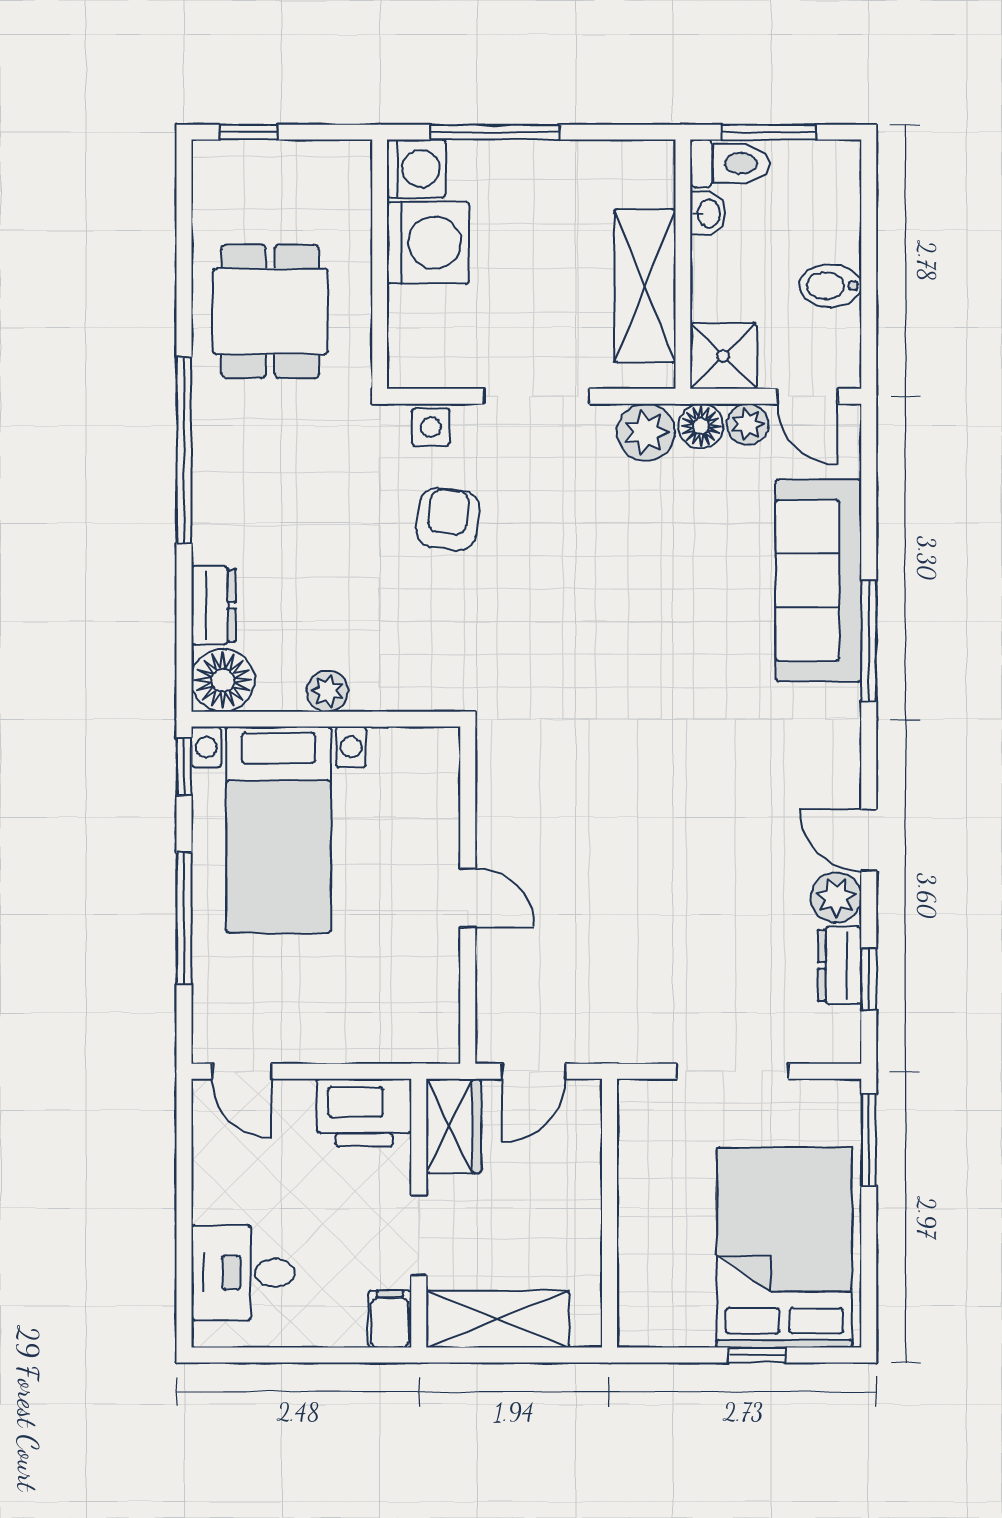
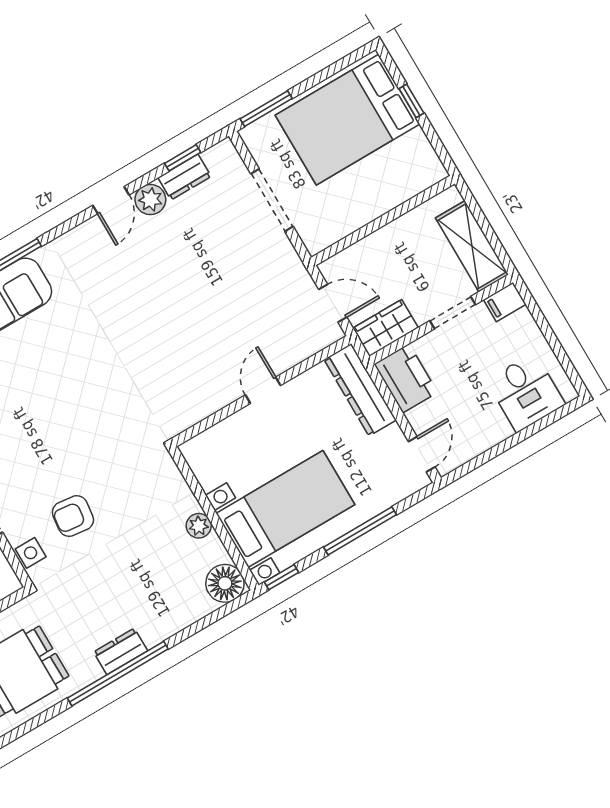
dresser: (213, 605) -> (121, 651), moved
dresser: (386, 1038) -> (360, 390), added

